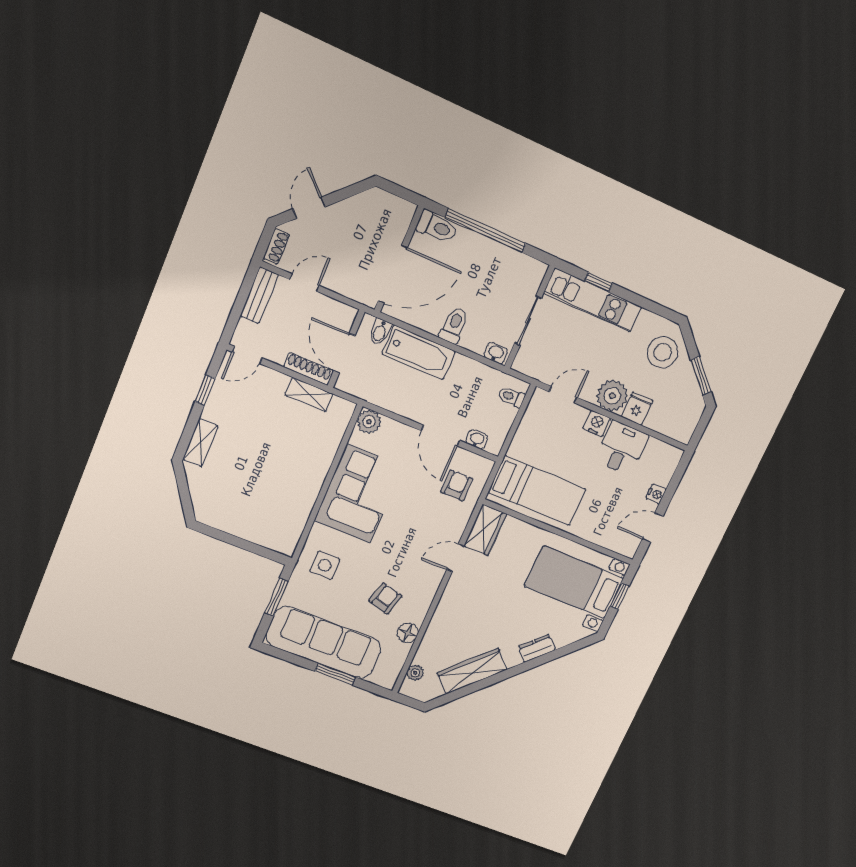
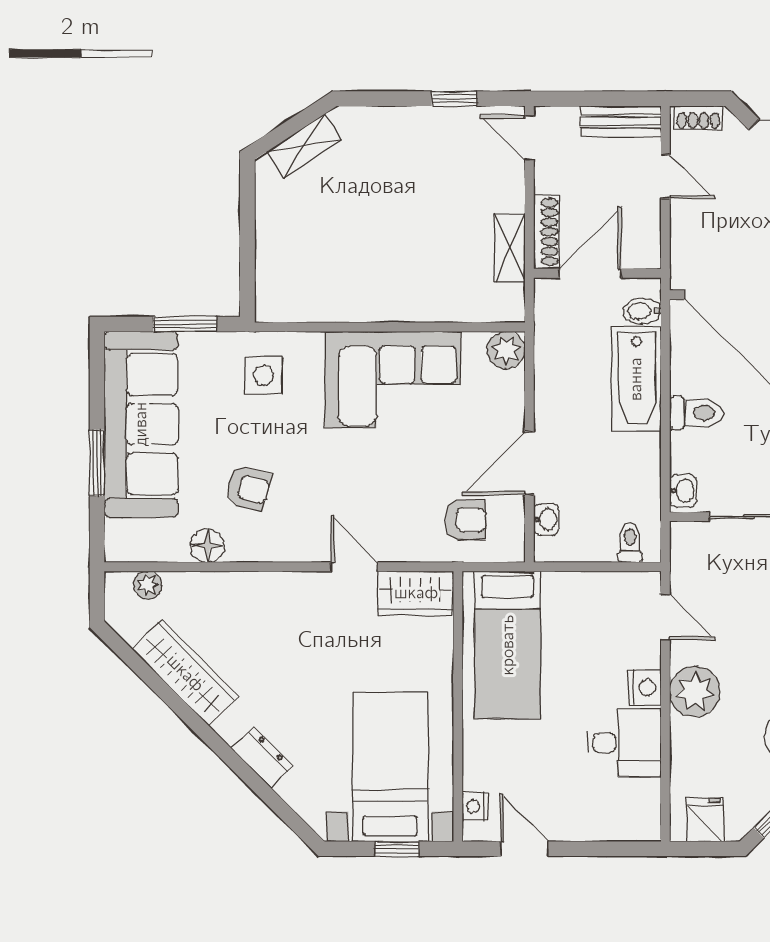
fridge: (637, 409) -> (705, 820), moved, turned -90
shelving: (200, 443) -> (304, 146), moved, turned -33
nightstand: (656, 494) -> (475, 806), moved, turned 90

